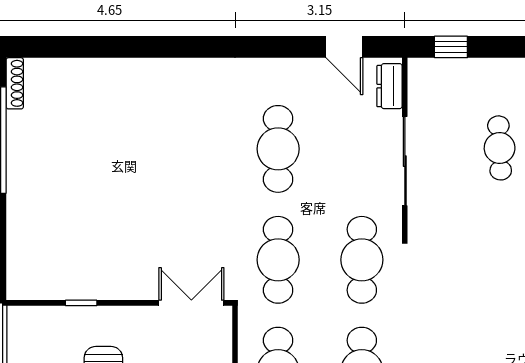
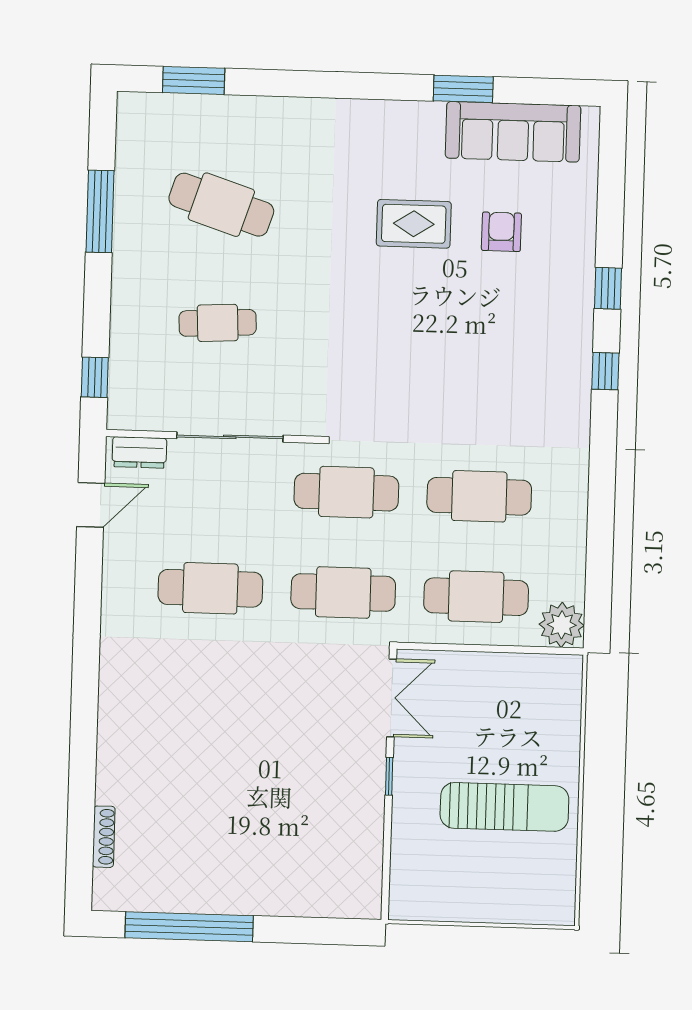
shoe rack: (15, 83) -> (104, 837), moved, turned 90
window: (81, 303) -> (389, 776), moved
double door: (191, 303) -> (392, 698), swing flipped

